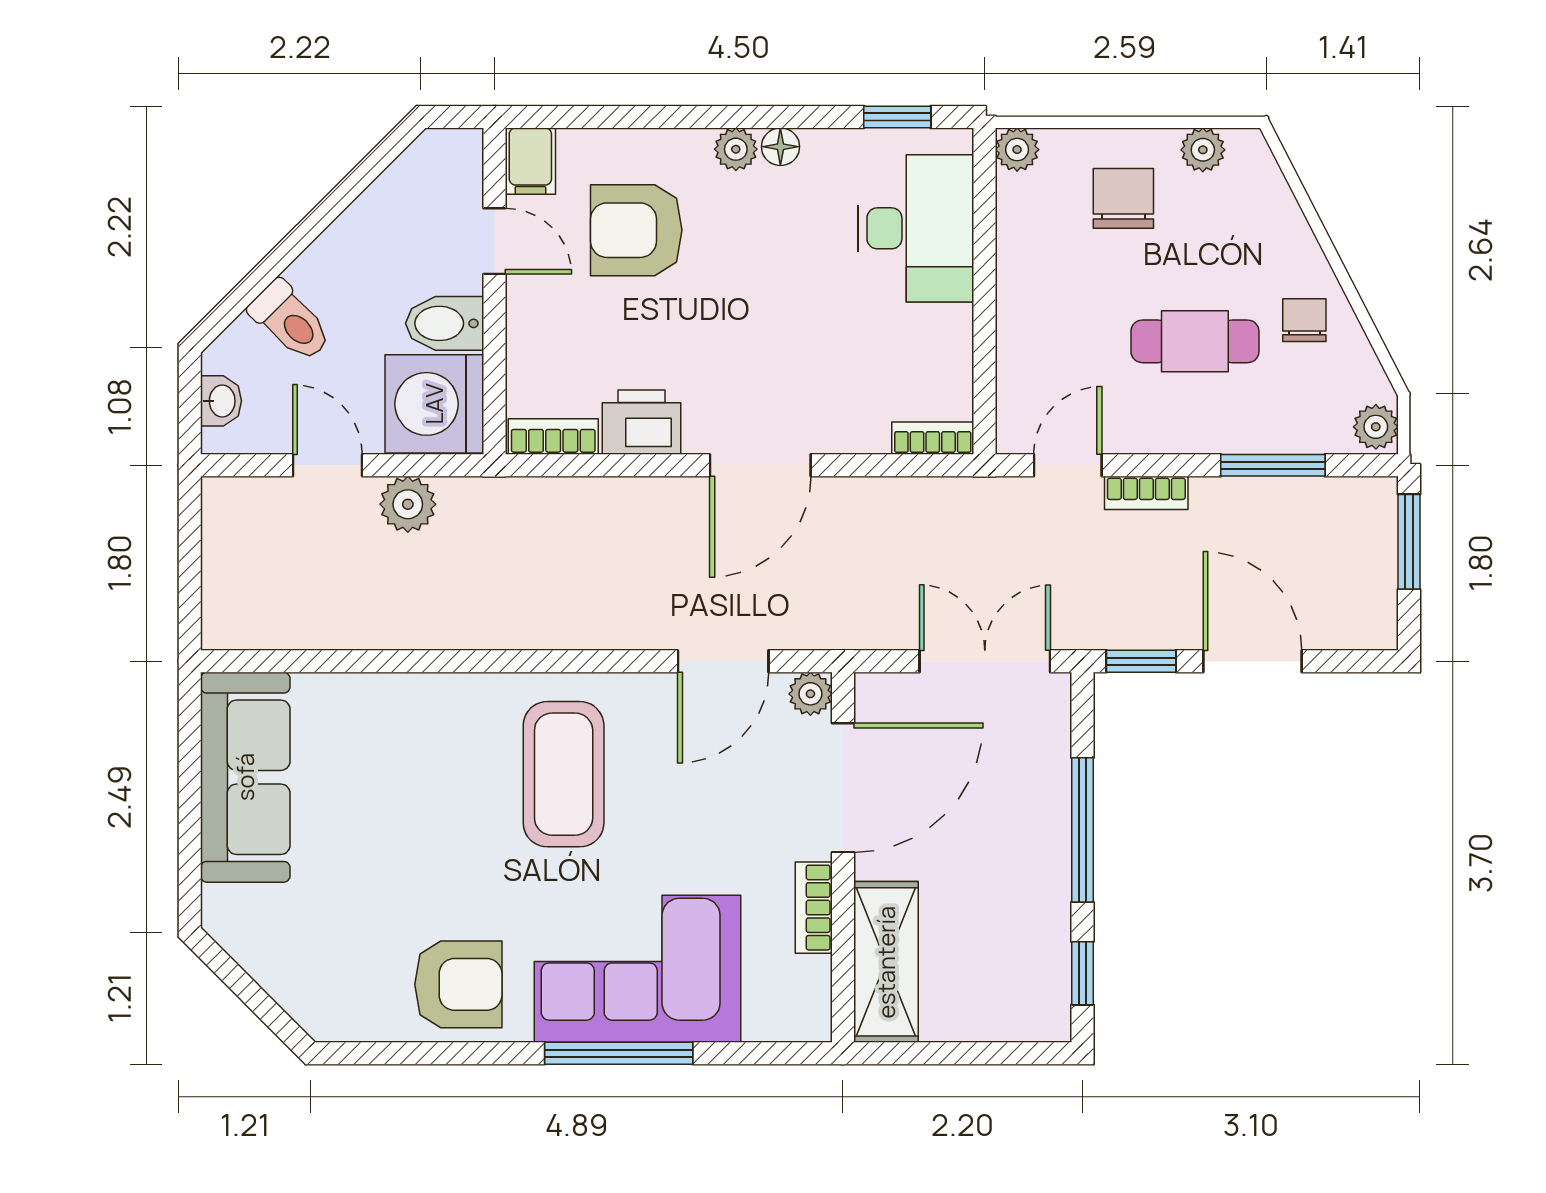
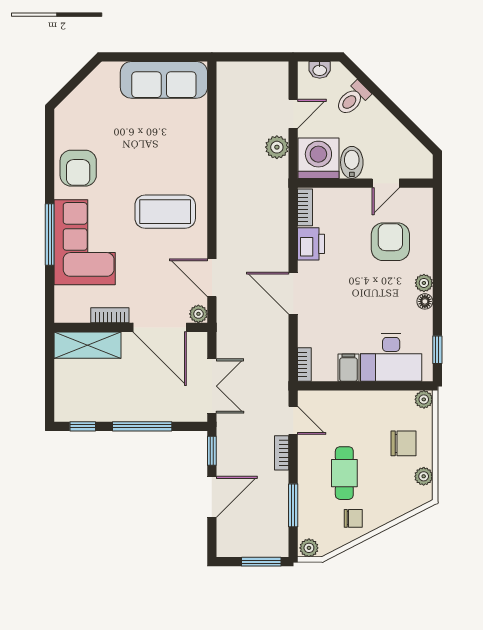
filing cabinet: (530, 161) -> (348, 368), moved, turned 90

